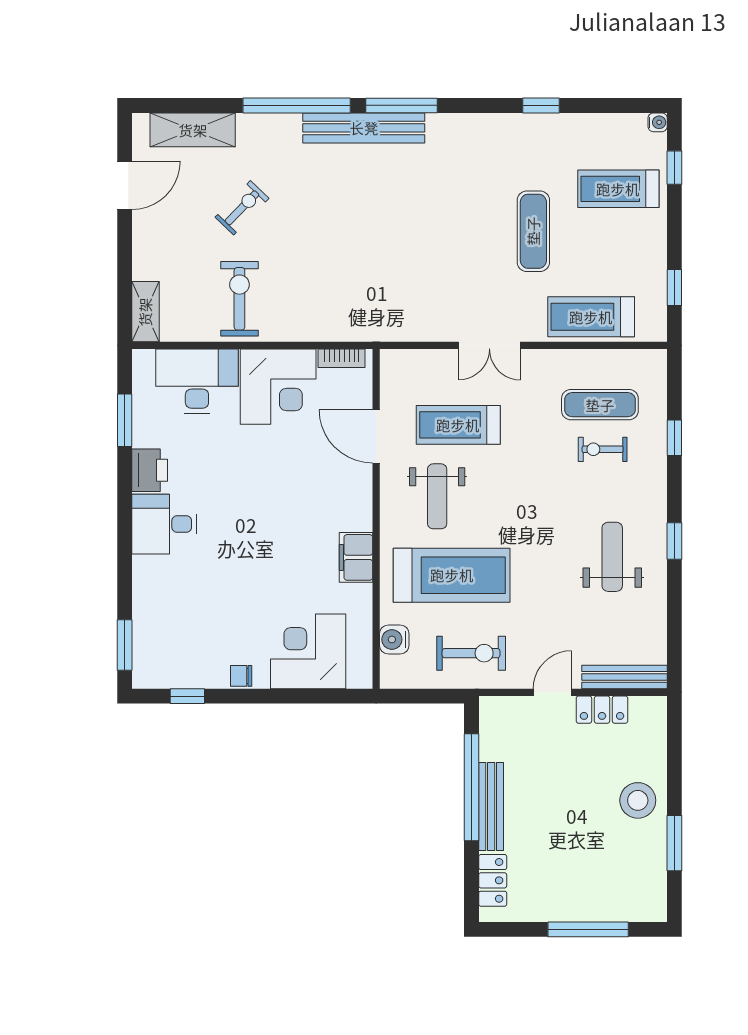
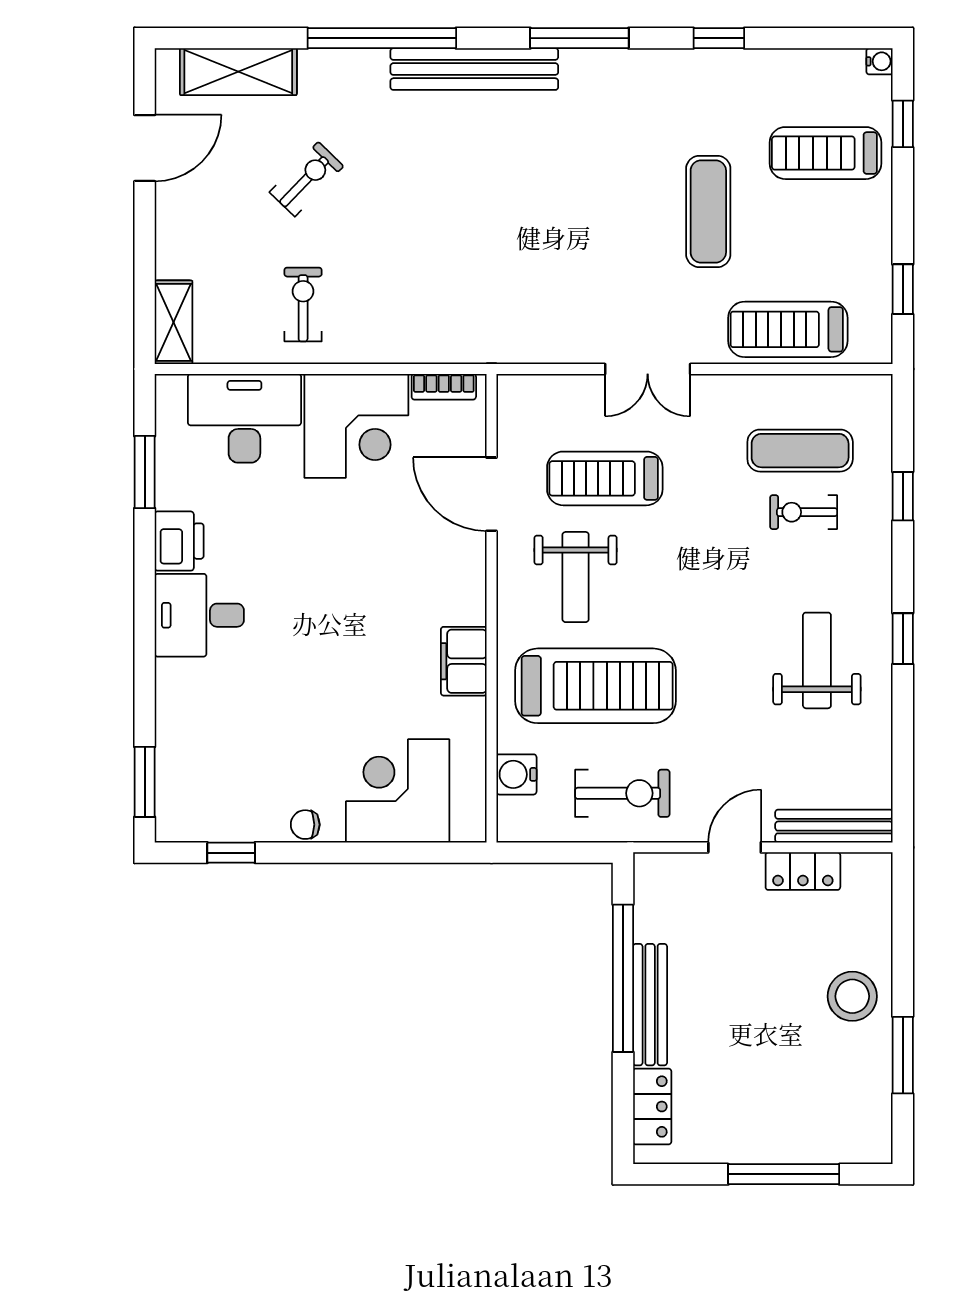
window: (402, 105) -> (579, 38), moved
exercise bike: (239, 299) -> (303, 305), width x0.73, depth x0.72

